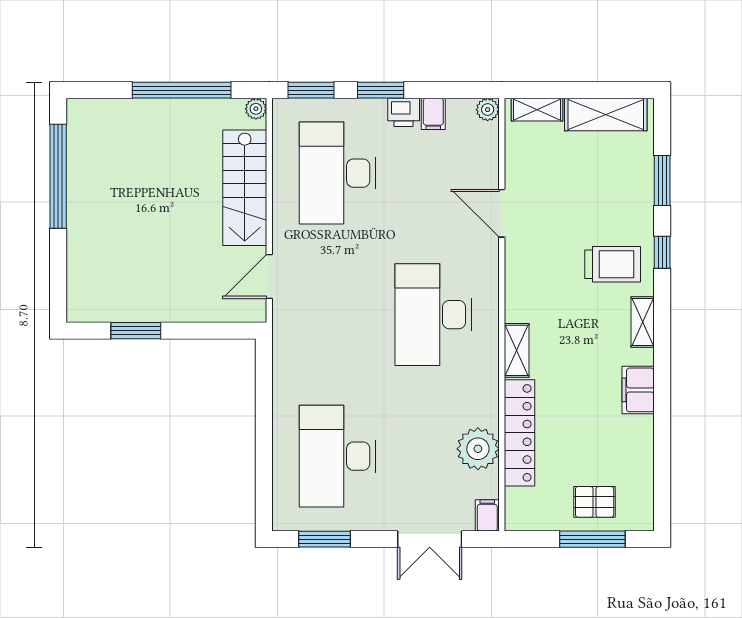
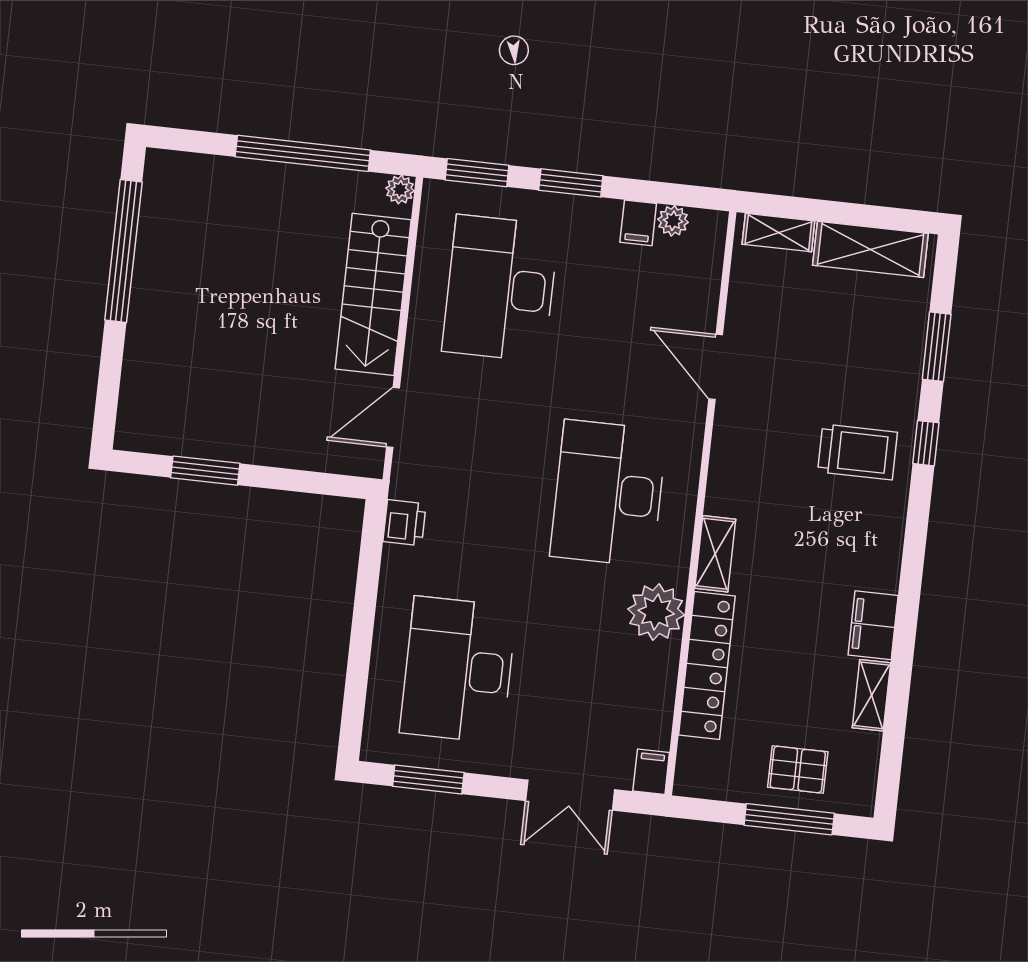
plant: (488, 110) -> (673, 221), moved
printer: (404, 112) -> (404, 523), moved, turned -90
shelving: (643, 322) -> (871, 695), moved
plant: (478, 449) -> (656, 612), moved

